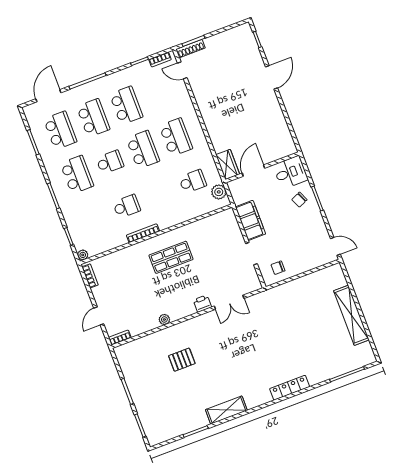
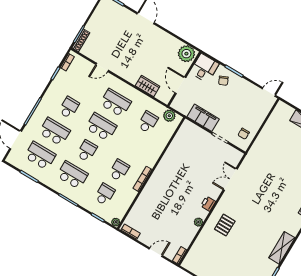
door: (182, 70) -> (102, 67), moved
school desk: (126, 105) -> (69, 108), width x0.54
plant: (284, 144) -> (186, 54), added
wardrobe: (228, 164) -> (148, 86), moved
school desk: (94, 219) -> (105, 194), added
shop shelf: (171, 257) -> (172, 180), removed
double door: (229, 302) -> (230, 179), swing flipped
printer: (202, 304) -> (208, 204), moved
door: (99, 316) -> (156, 252), swing flipped
pallet: (182, 360) -> (225, 225), moved

